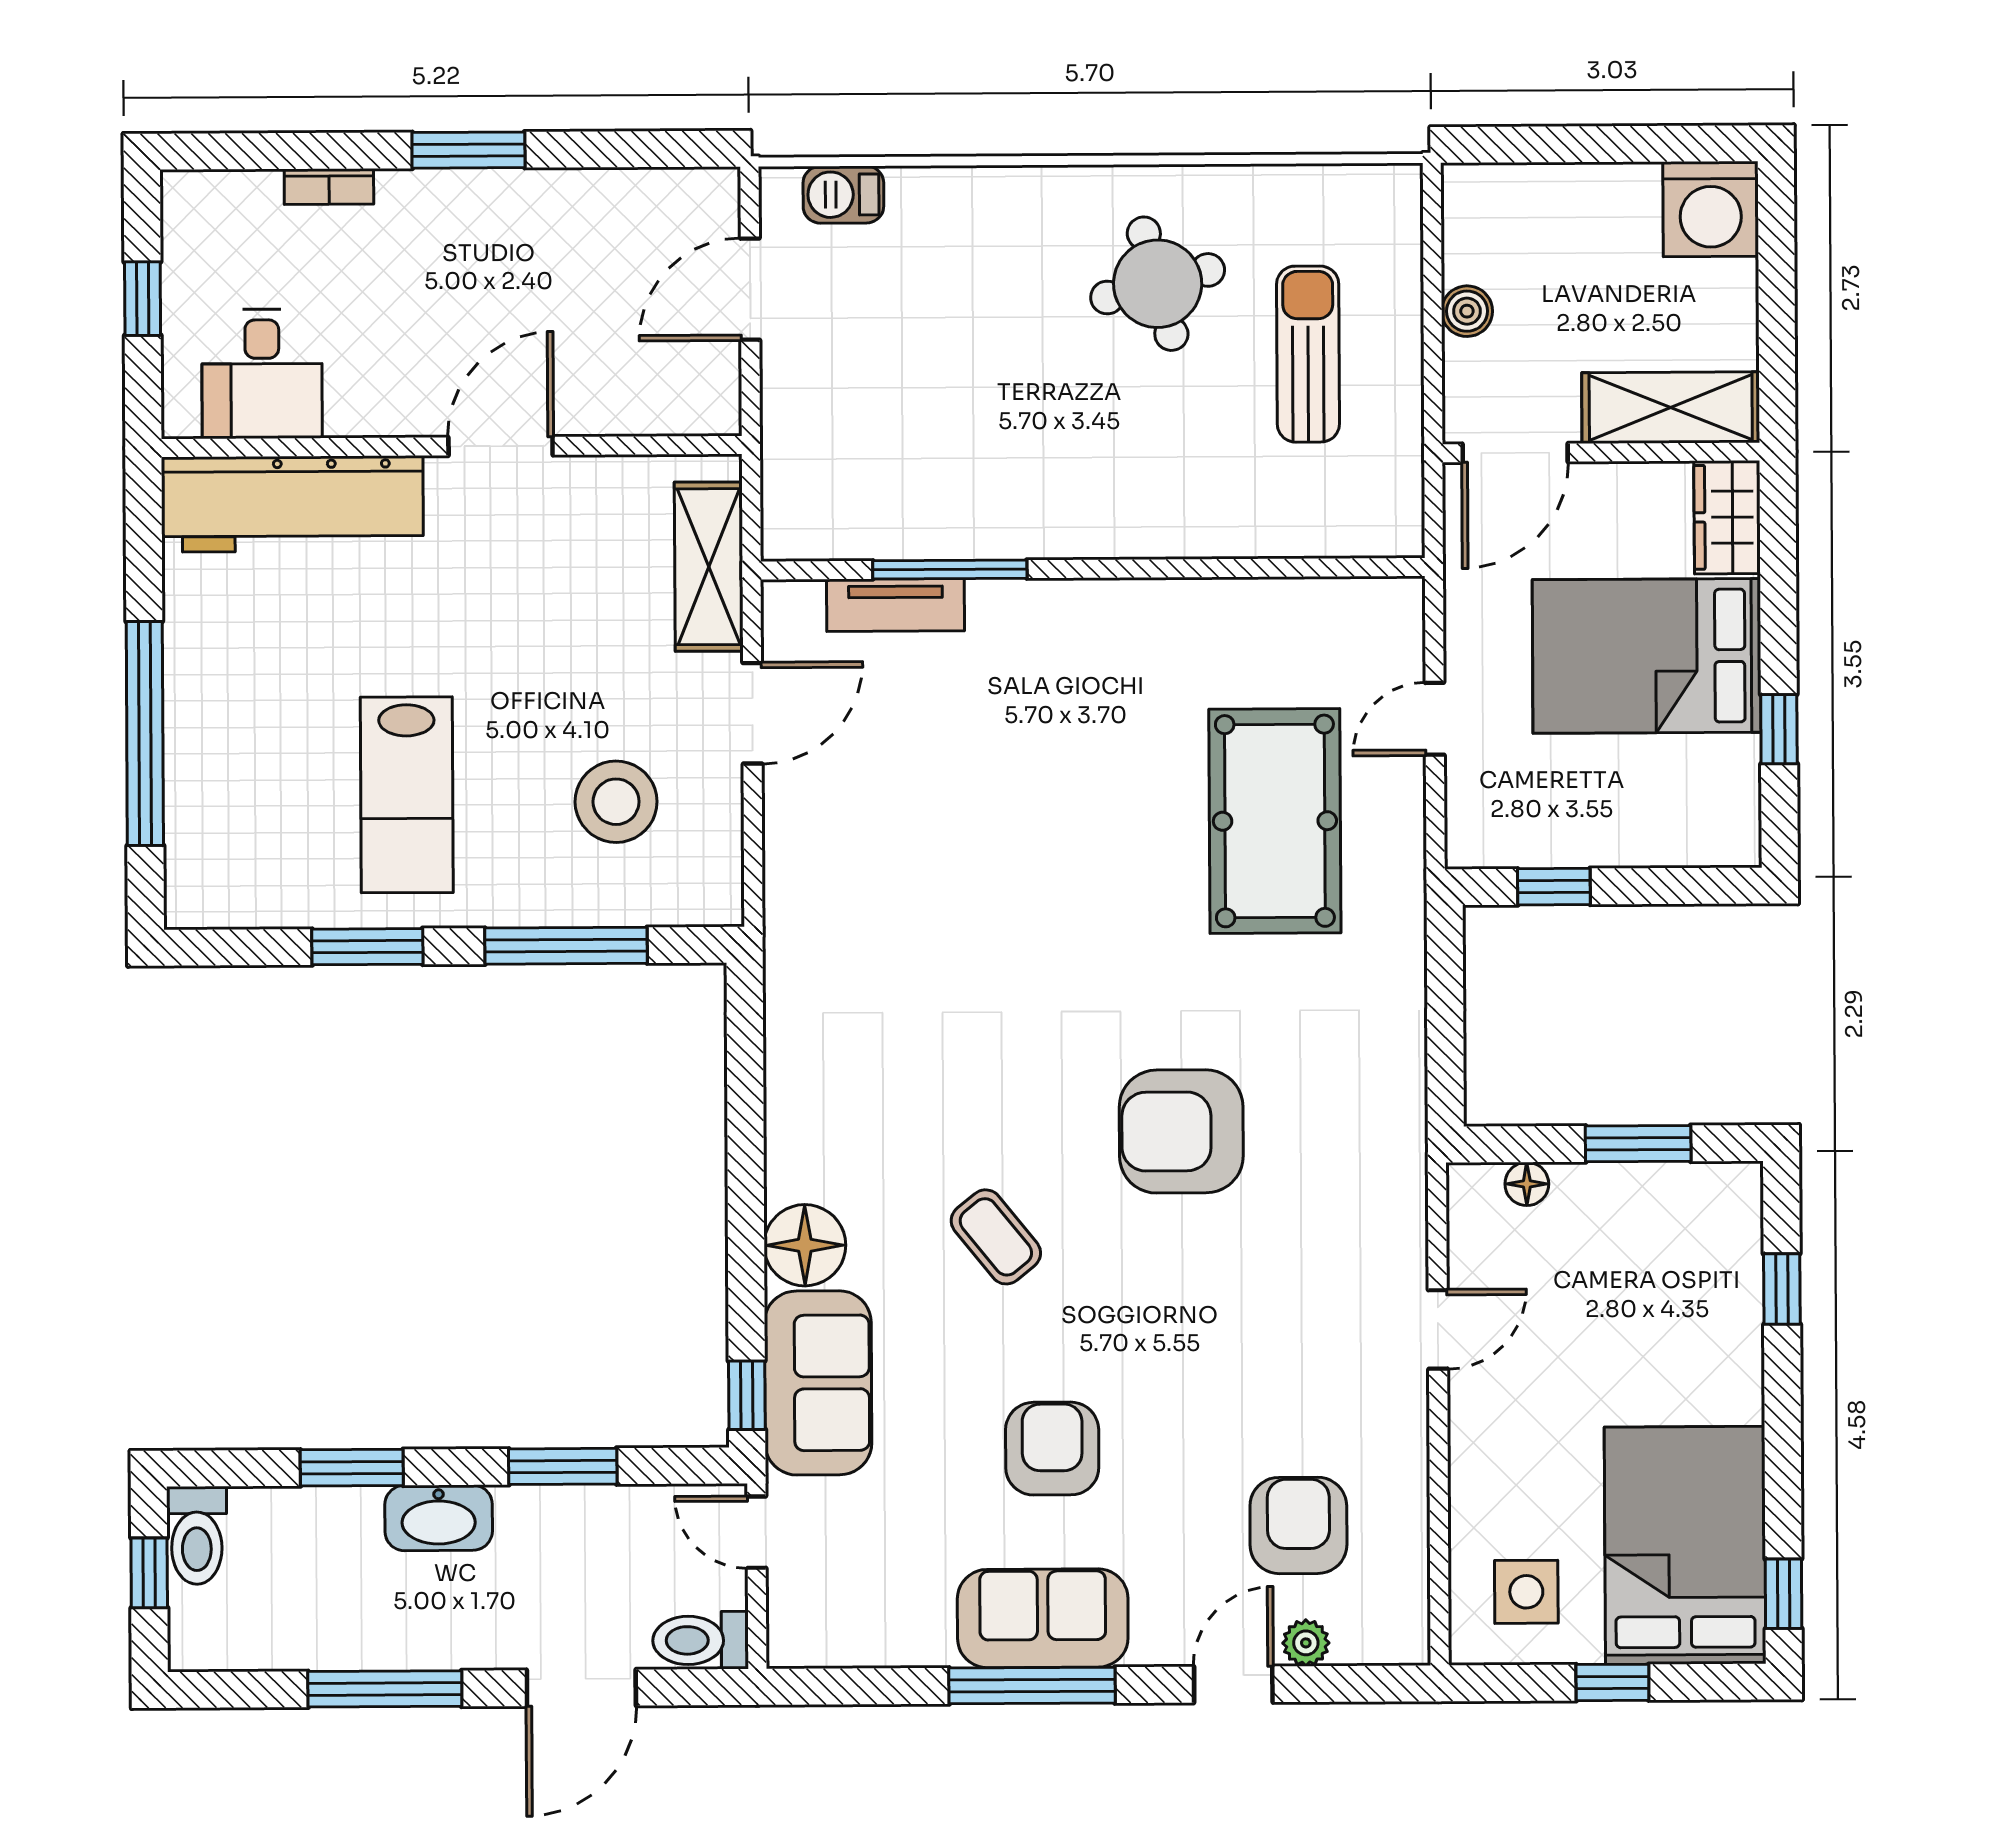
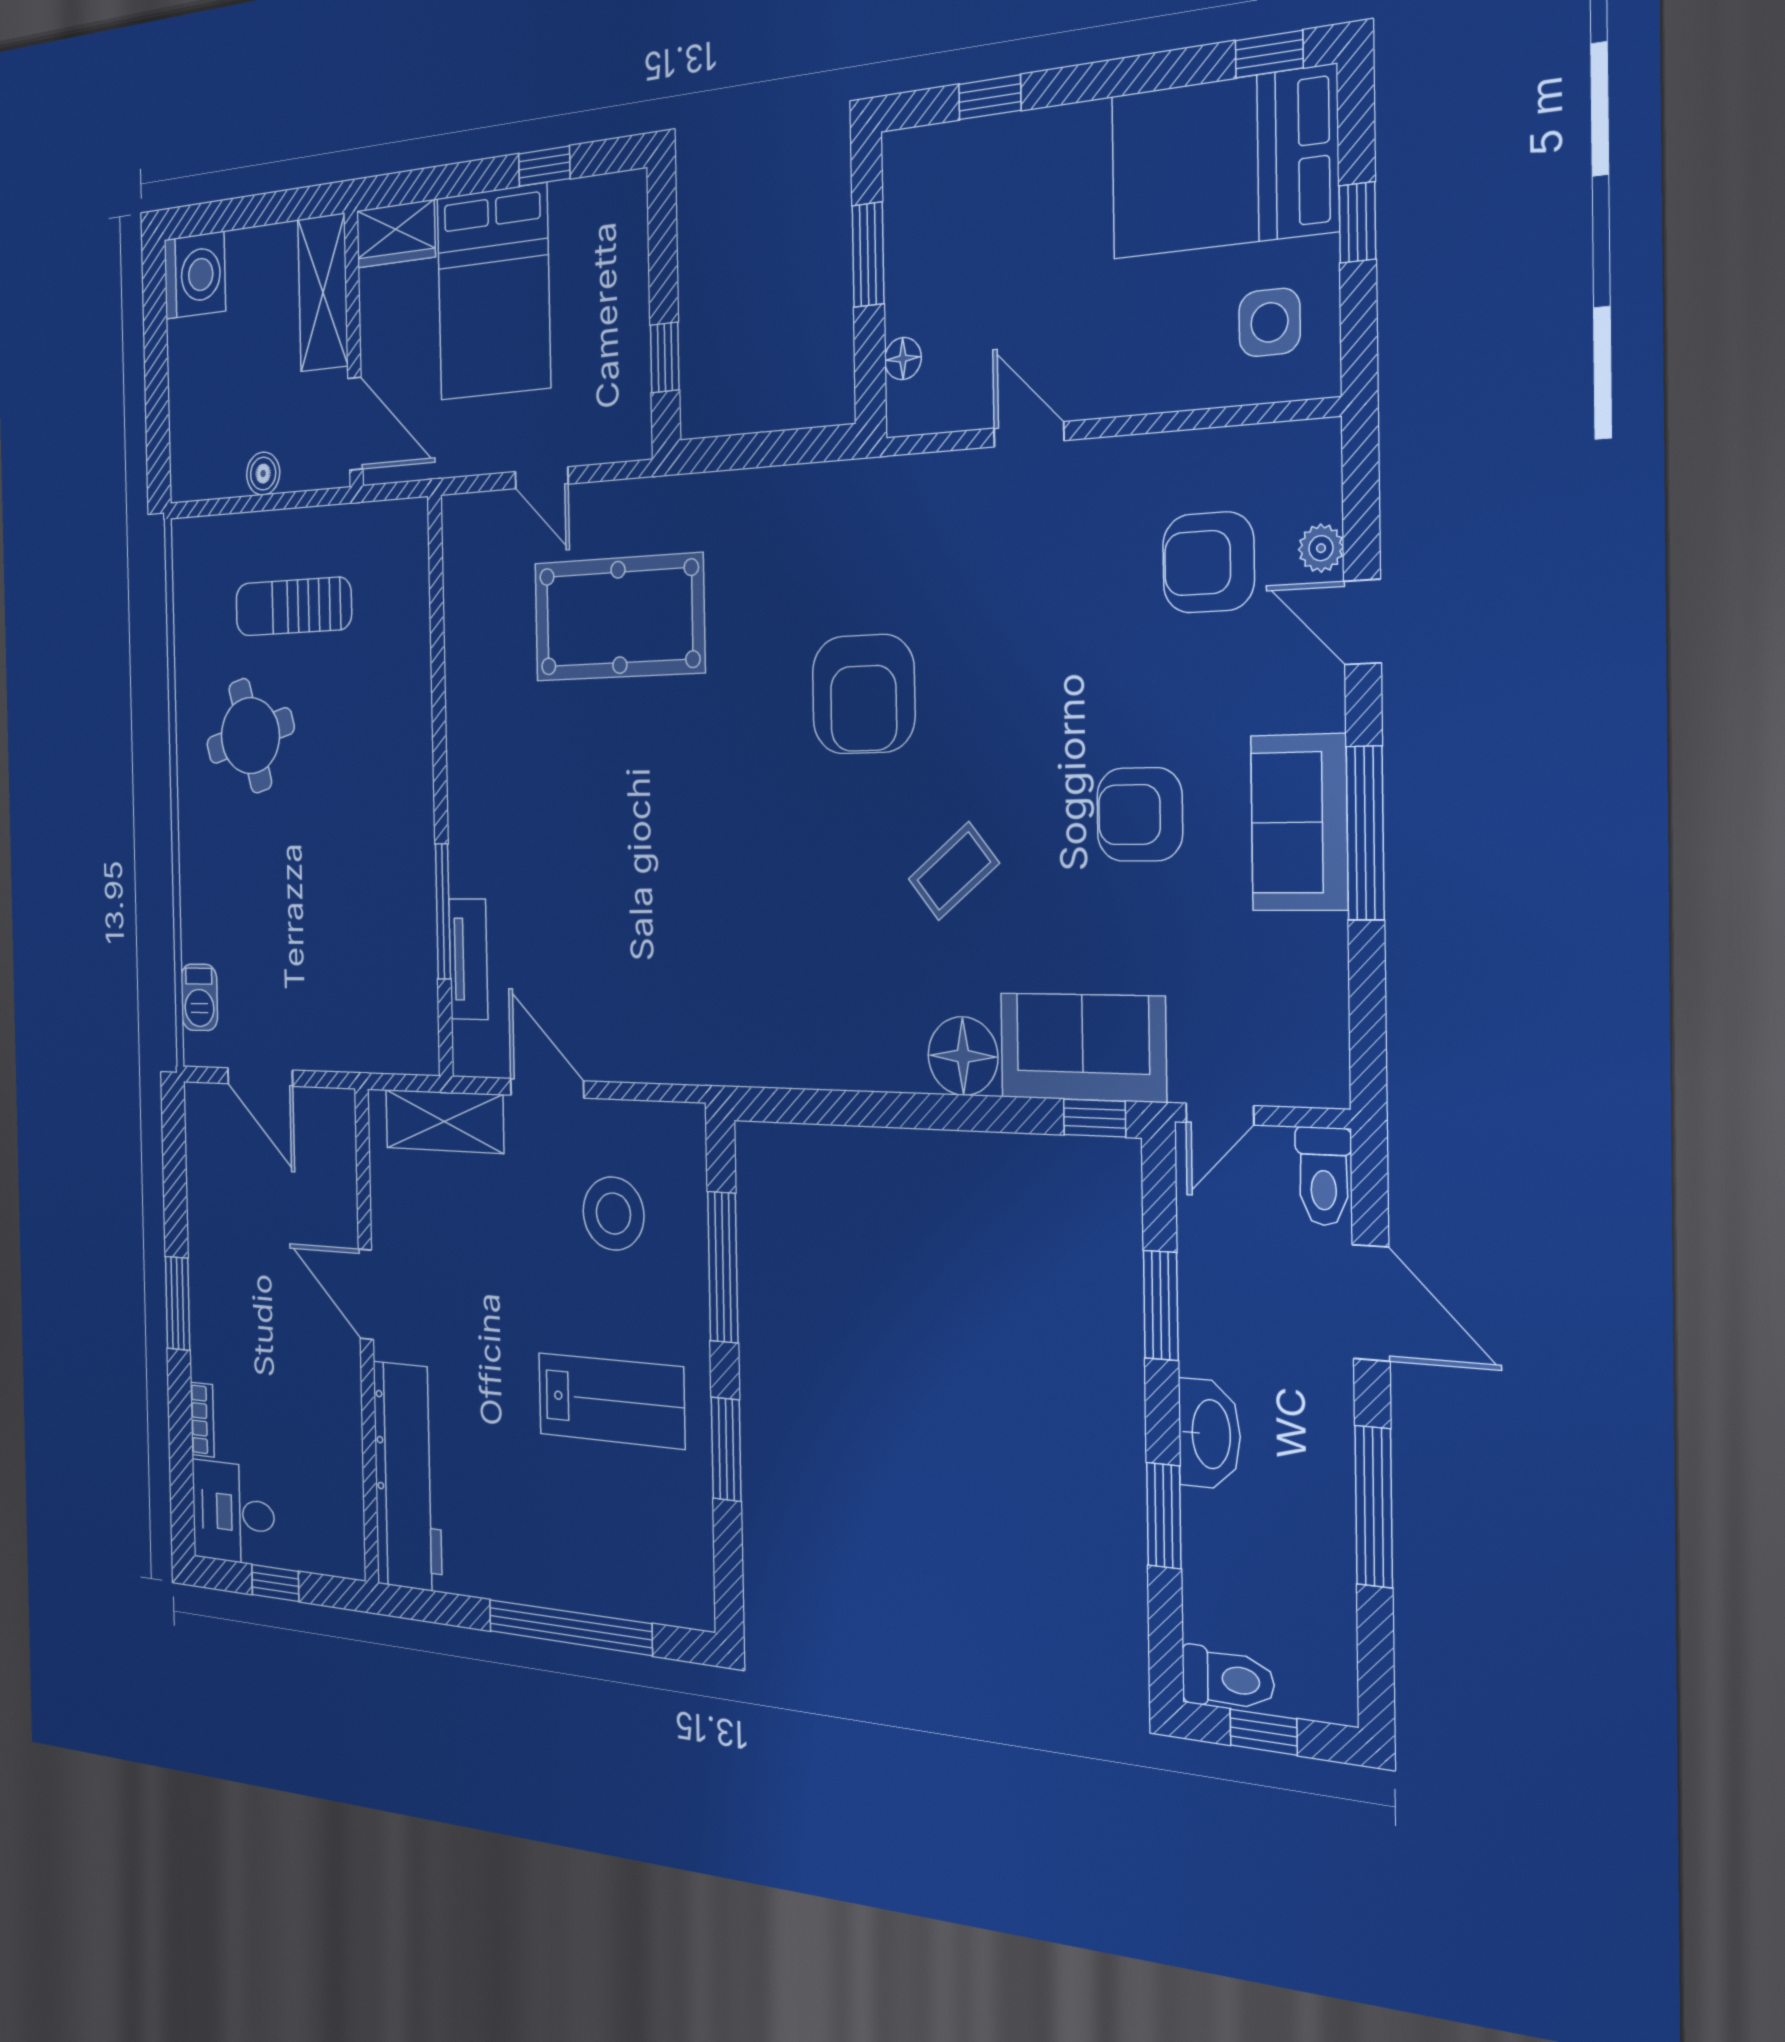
desk: (262, 374) -> (233, 1513), moved, turned 180

